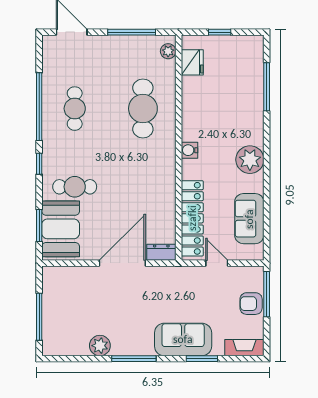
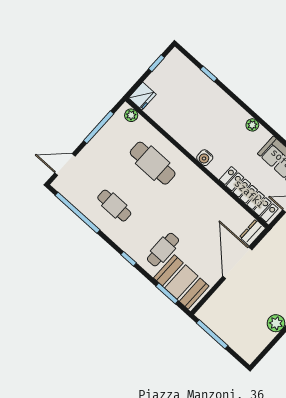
window: (220, 32) -> (156, 63), moved
fridge: (192, 62) -> (142, 96), moved, turned 90
window: (267, 87) -> (209, 74), width x0.46
window: (39, 107) -> (77, 213), moved
plant: (250, 160) -> (252, 125), width x0.53, depth x0.53
window: (39, 317) -> (212, 334), moved

